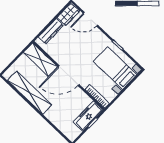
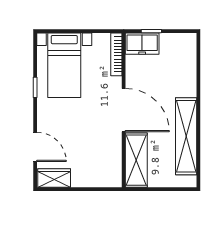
dresser: (51, 31) -> (92, 179), removed
freezer: (88, 116) -> (142, 44), width x0.71

